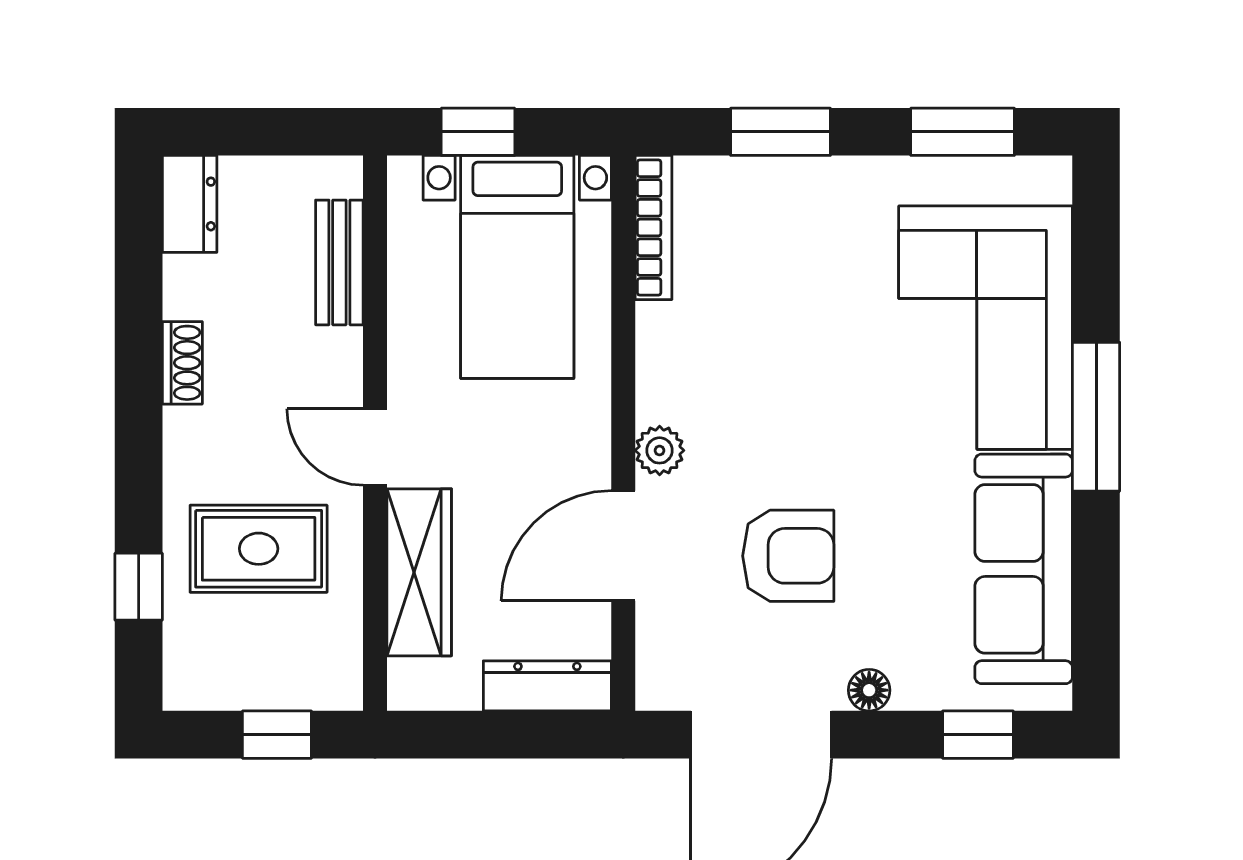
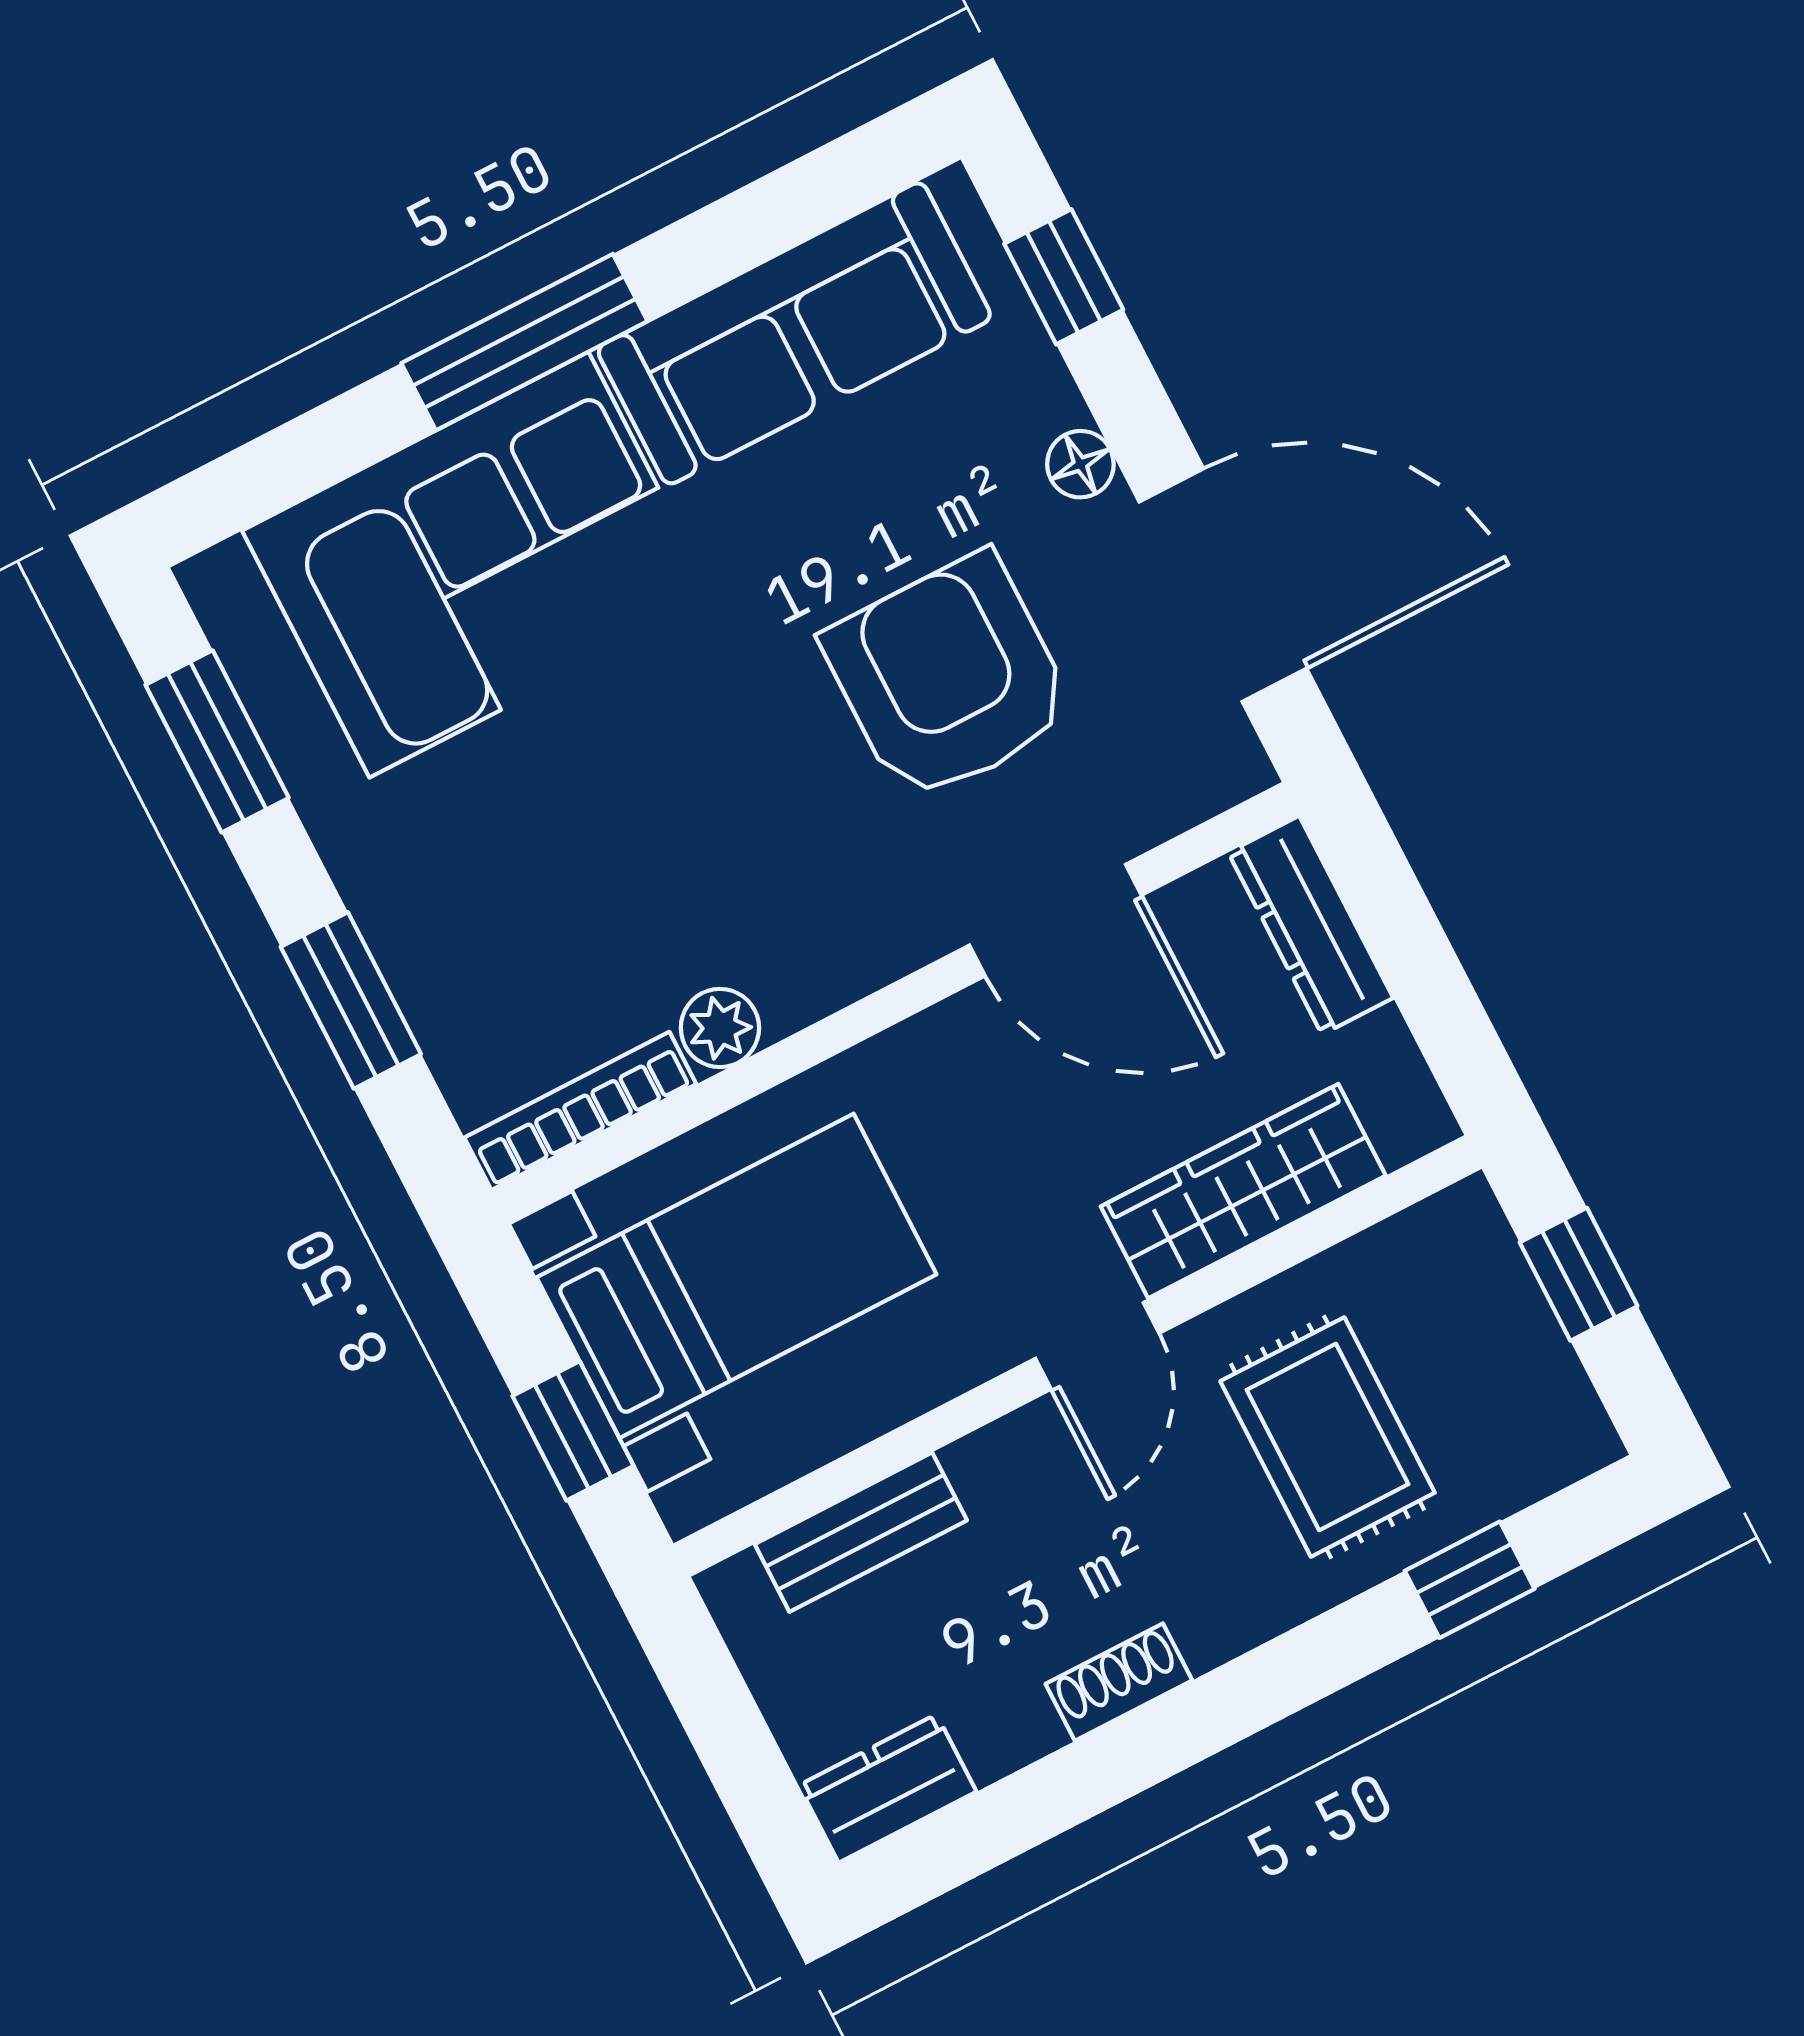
plant: (660, 450) -> (720, 1028), moved
armchair: (788, 556) -> (949, 678), width x1.36, depth x1.36

